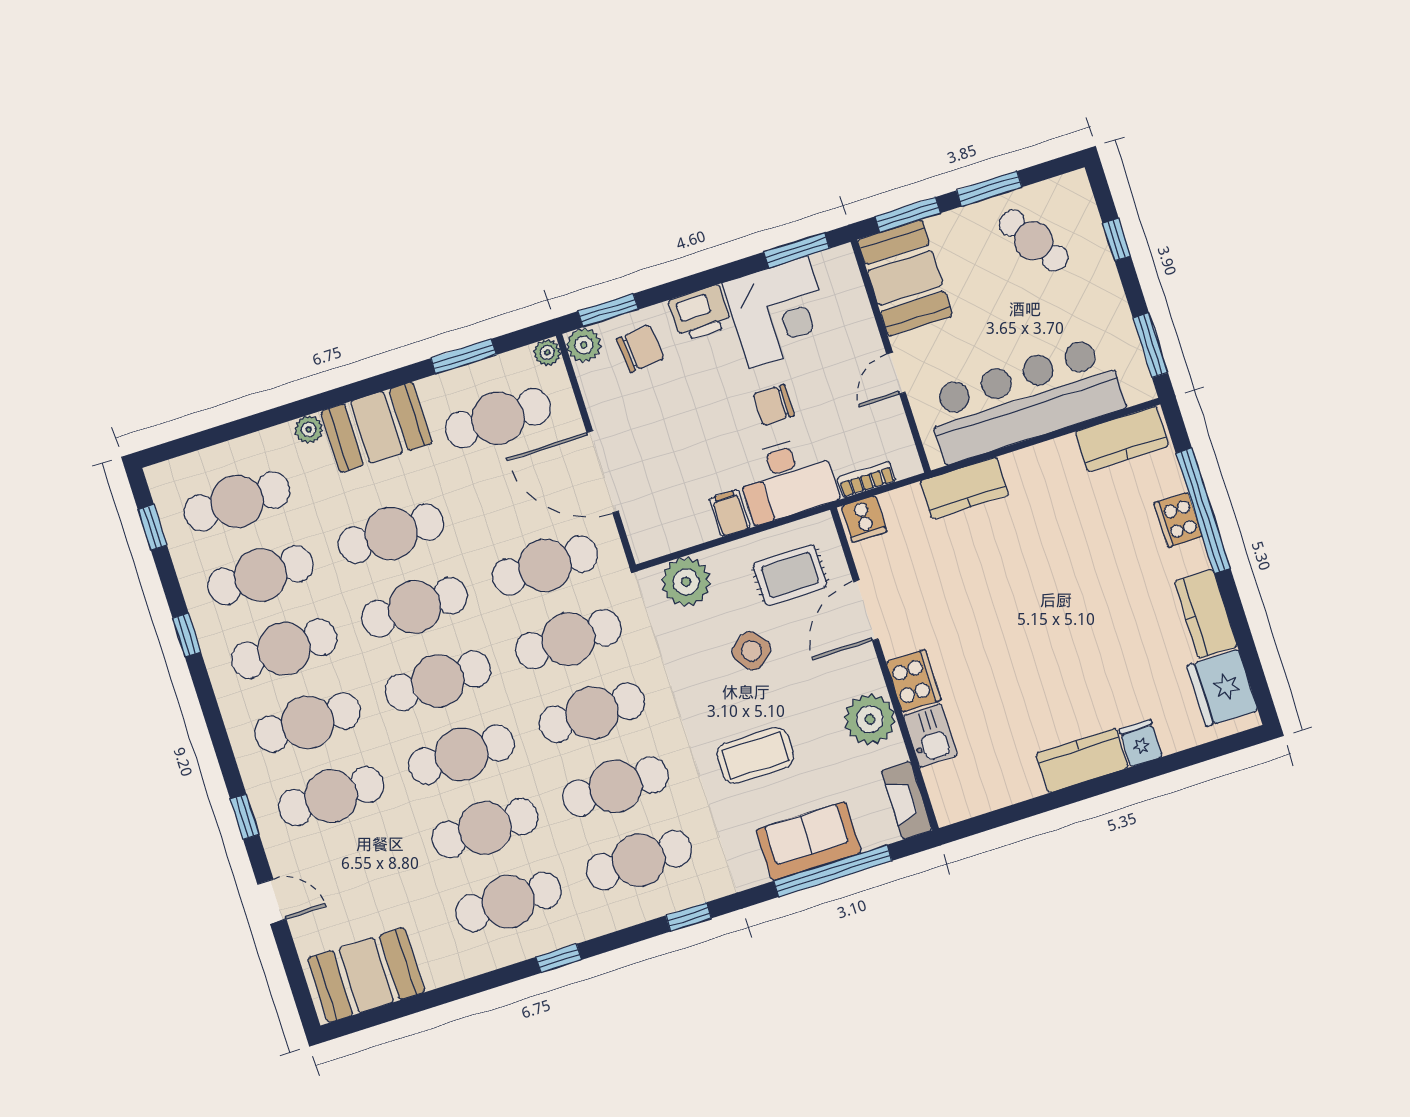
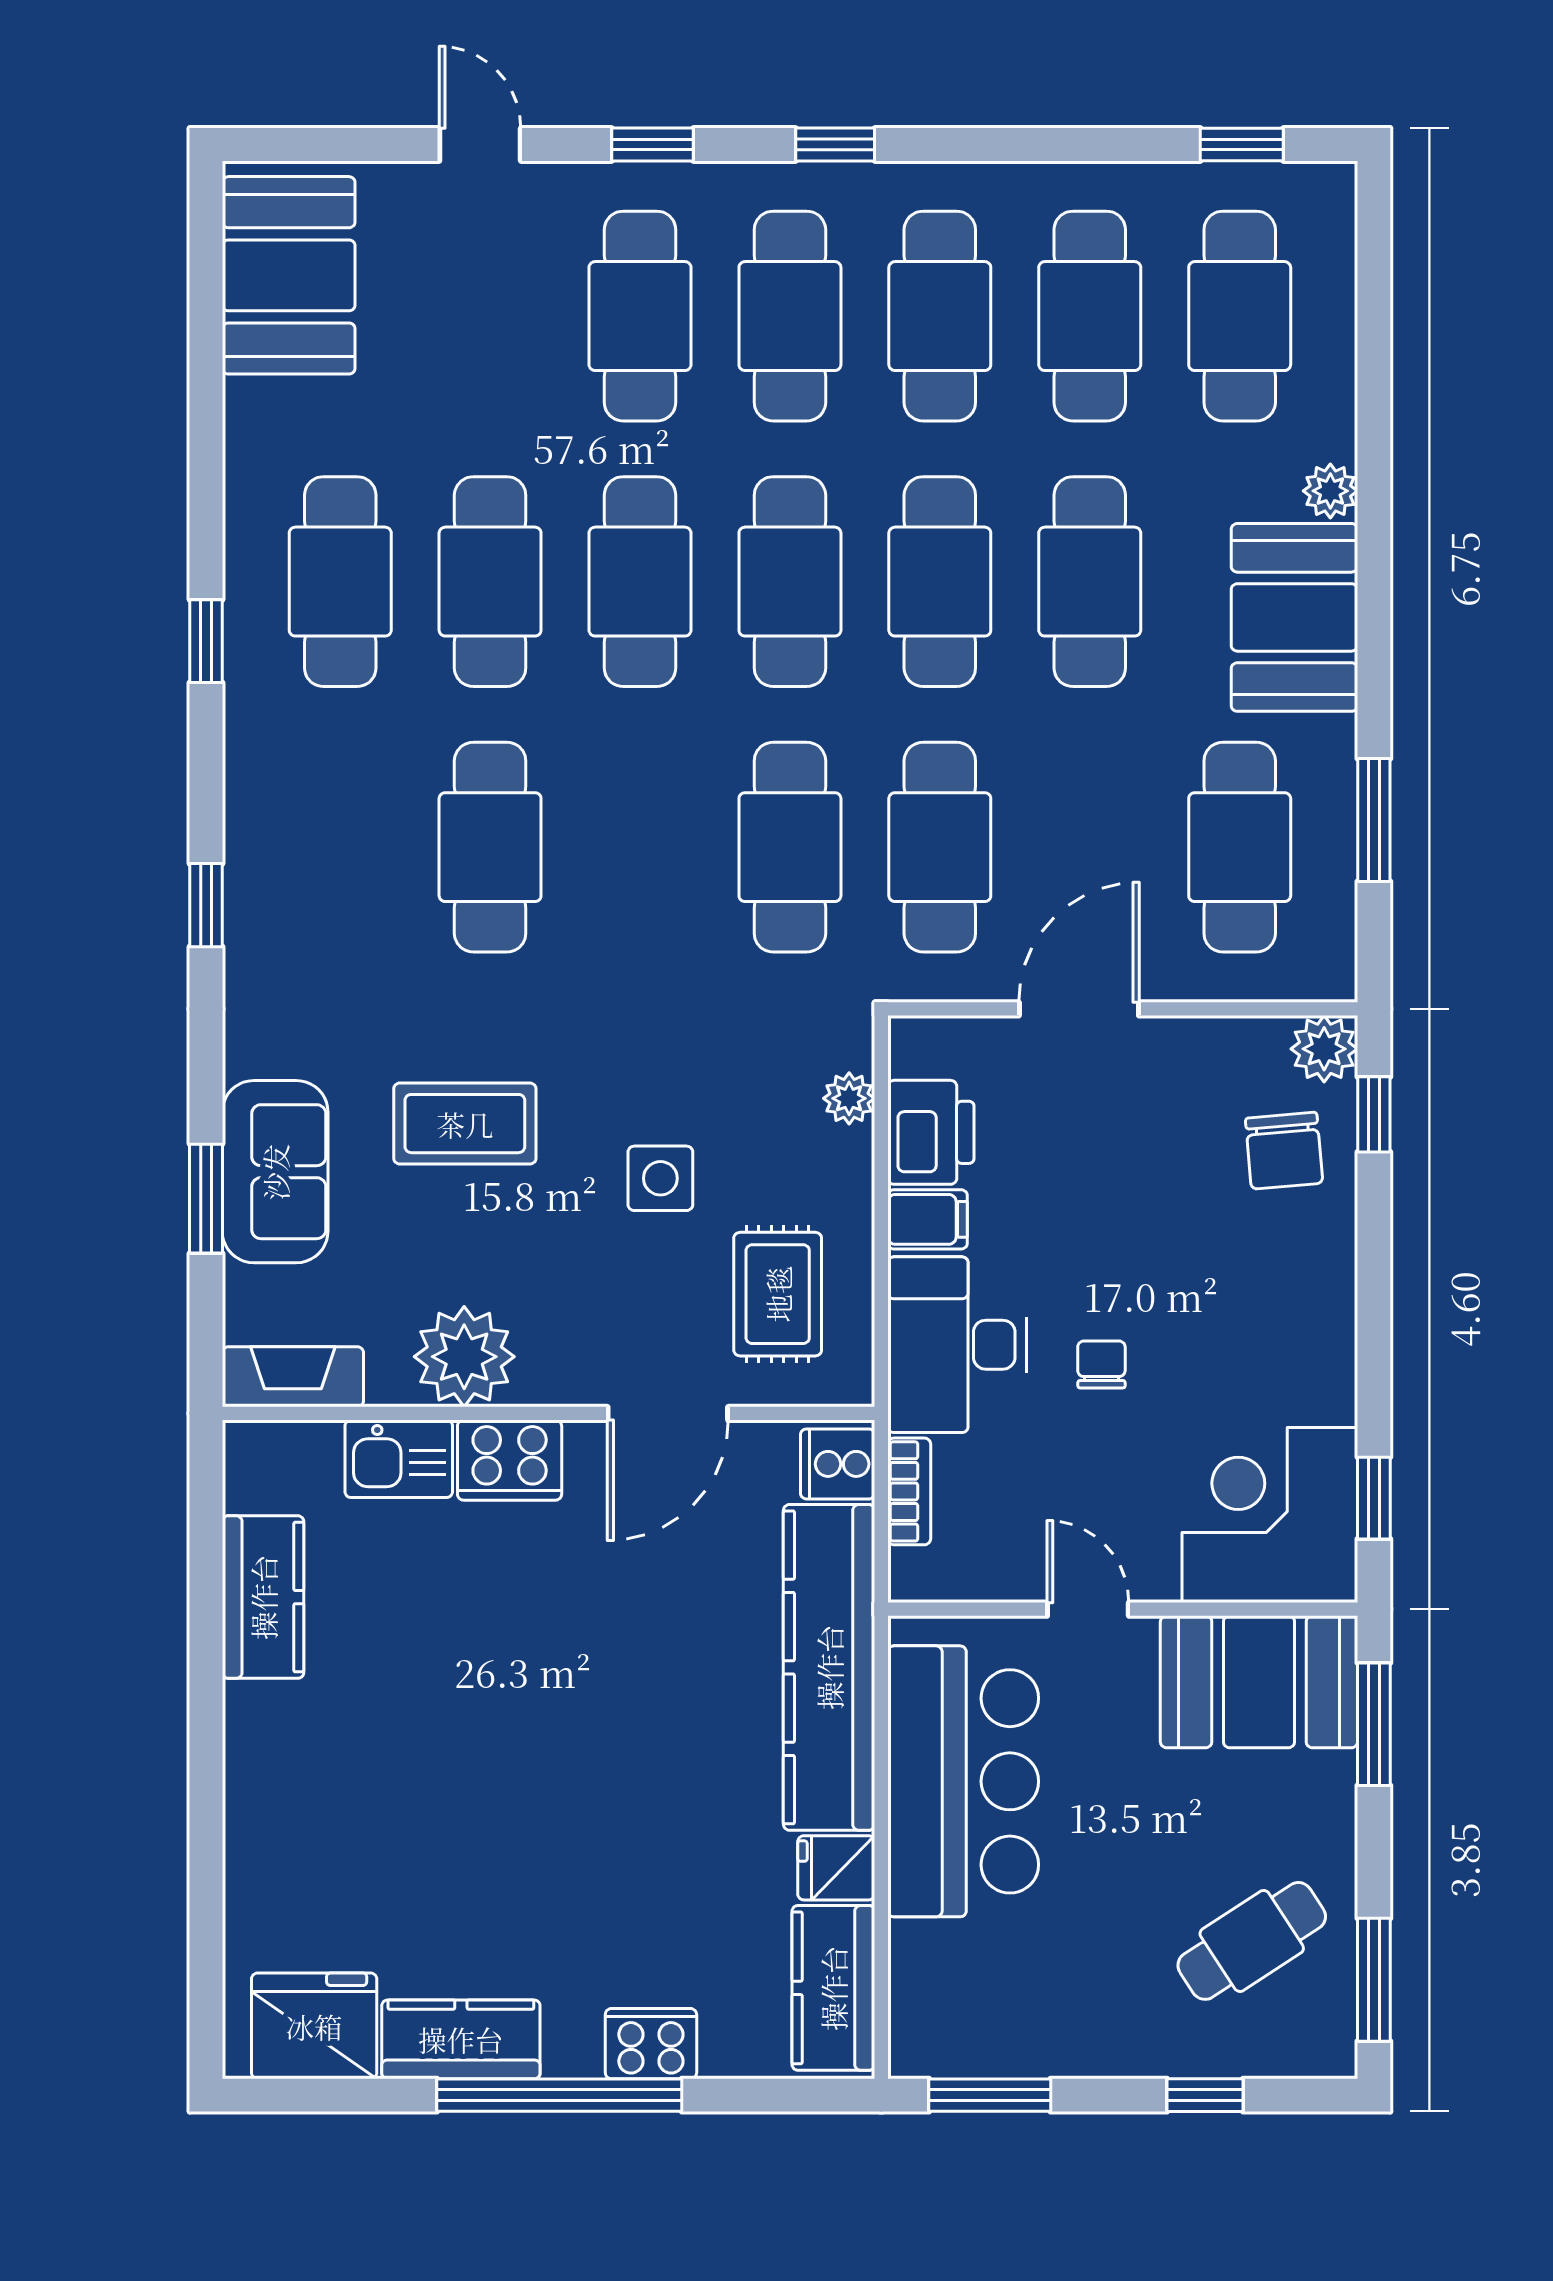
window: (989, 189) -> (1374, 1980), moved
window: (797, 250) -> (1374, 1498), width x0.67
window: (608, 310) -> (1374, 1114), width x0.67
corner desk: (778, 312) -> (1270, 1515), moved, turned 90
printer: (700, 313) -> (931, 1132), moved, turned 180
plant: (547, 353) -> (1332, 977), removed
bar counter: (1025, 400) -> (963, 1781), width x0.73
chair: (774, 405) -> (1101, 1364), width x0.73, depth x0.73
door: (603, 472) -> (1079, 1009), width x0.73
kitchen counter: (964, 488) -> (829, 1667), width x2.08, depth x1.17
window: (1203, 511) -> (559, 2095), moved
plant: (686, 582) -> (849, 1098), width x0.53, depth x0.53
door: (866, 610) -> (668, 1413), swing flipped
window: (187, 635) -> (835, 144), moved
side table: (751, 651) -> (660, 1178), turned 38
cafe table: (592, 713) -> (640, 847), removed
fridge: (1141, 743) -> (836, 1868), moved, turned 180
coffee table: (755, 756) -> (465, 1124), turned 90
kitchen counter: (1082, 760) -> (263, 1597), moved
cafe table: (639, 860) -> (340, 847), removed
window: (833, 871) -> (206, 1199), width x0.47
door: (272, 902) -> (480, 144), swing flipped

